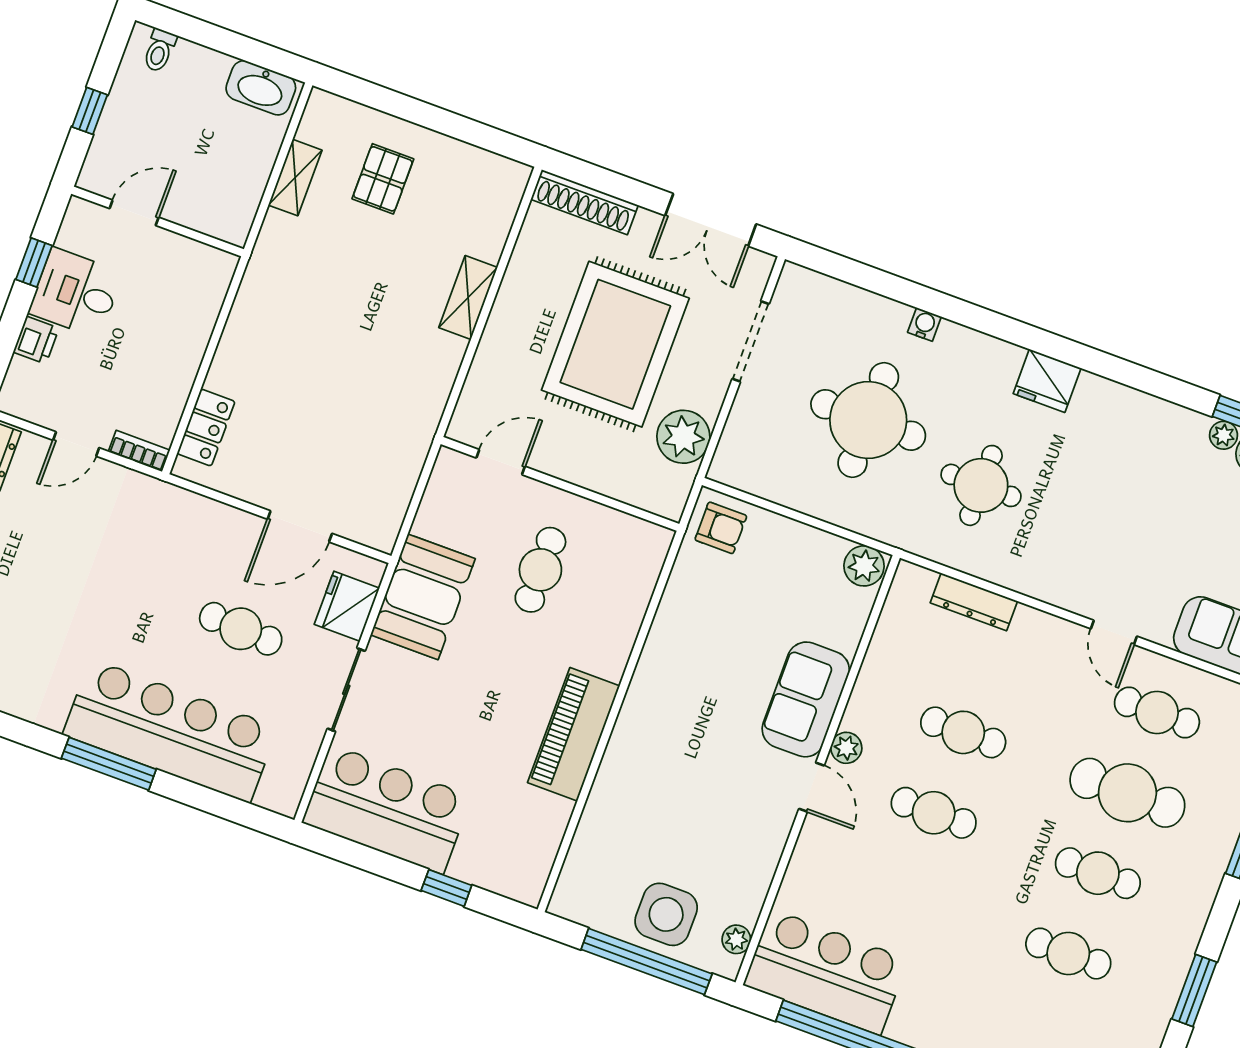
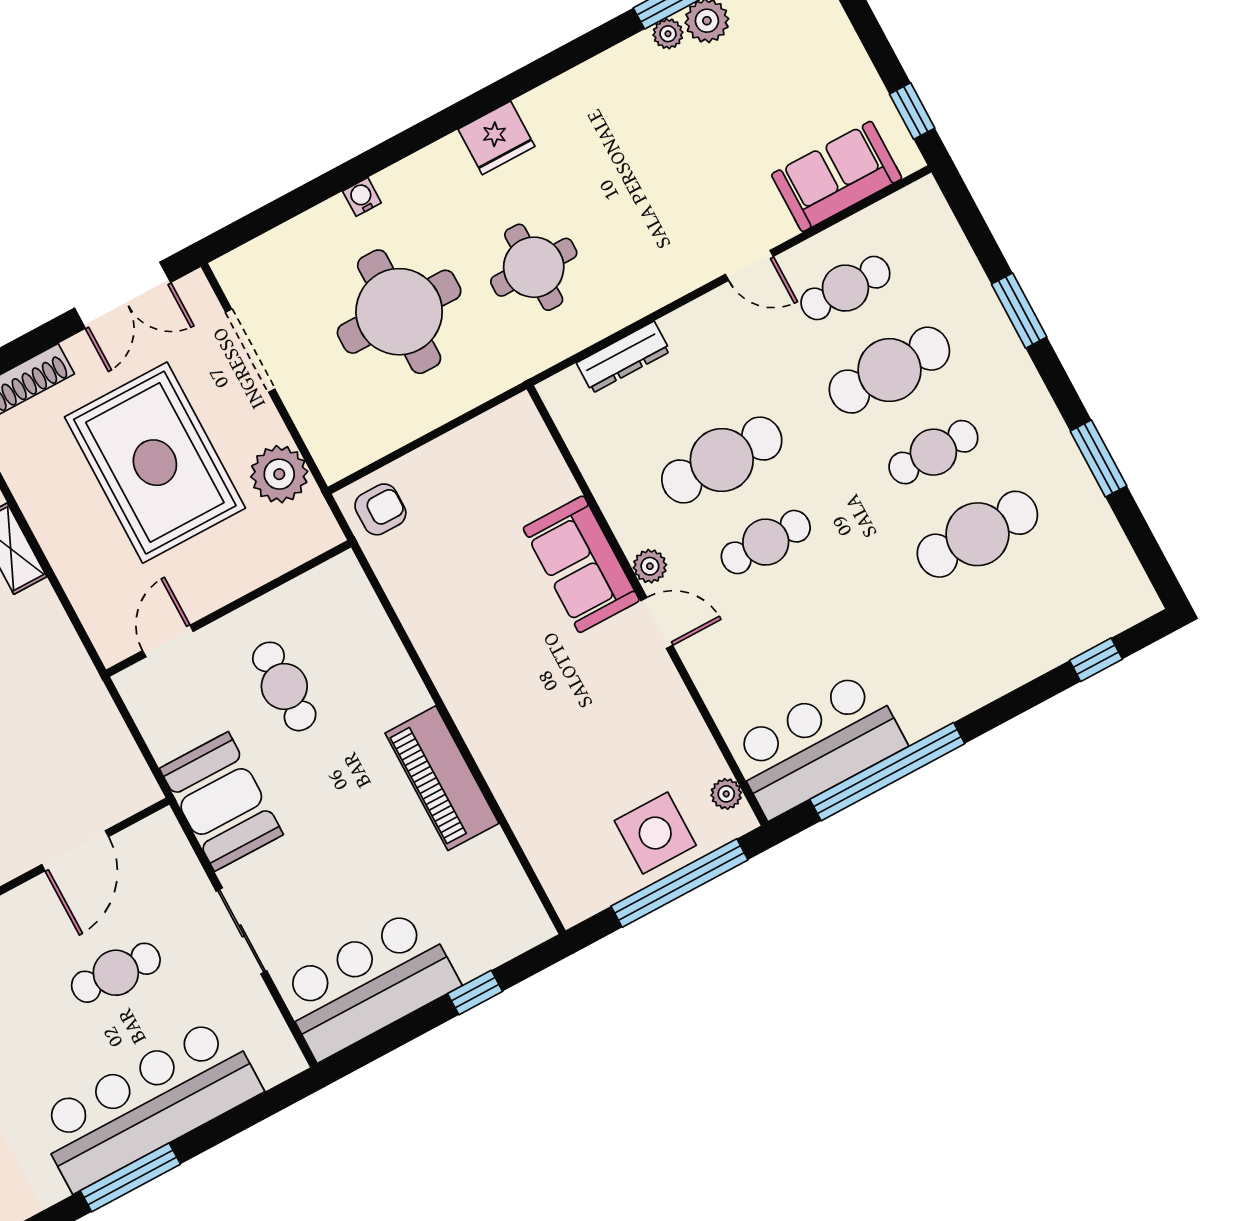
plant: (864, 566) -> (515, 420), removed
fridge: (347, 606) -> (174, 870), removed
cafe table: (963, 732) -> (722, 460), width x1.37, depth x1.35
cafe table: (1068, 954) -> (977, 534), width x1.37, depth x1.35

